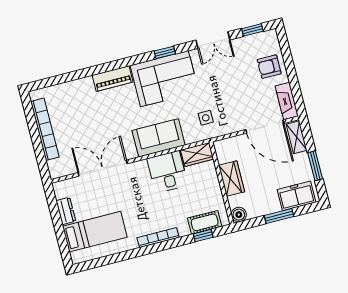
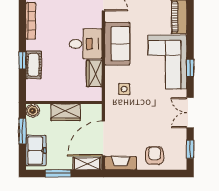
wardrobe: (232, 179) -> (66, 112), moved
wall: (221, 183) -> (64, 103), moved
boiler: (239, 215) -> (33, 111), moved

